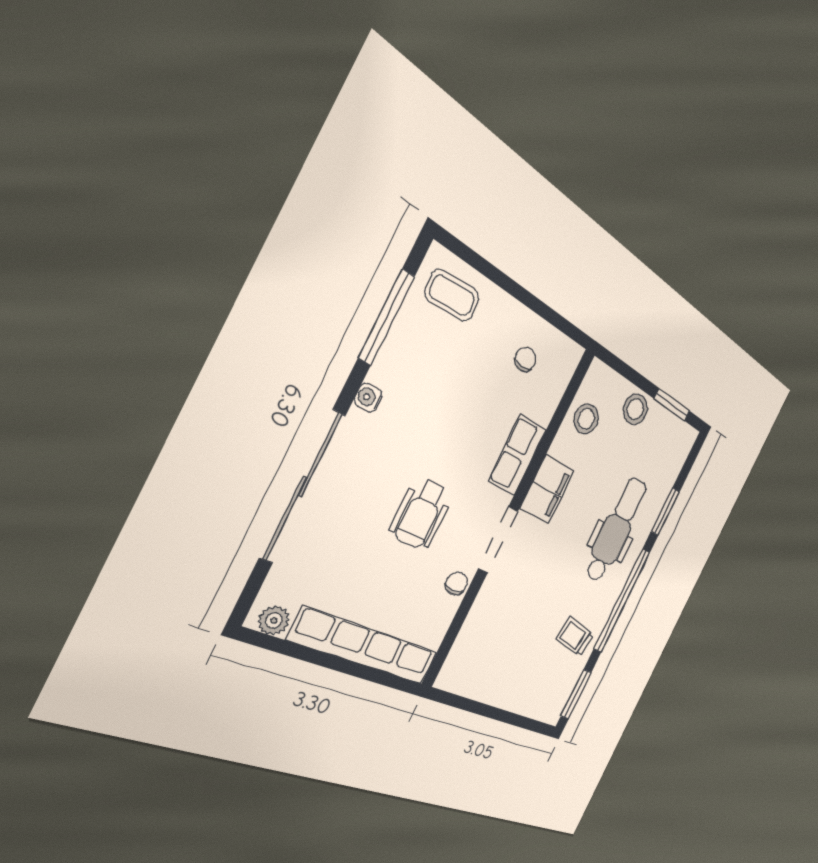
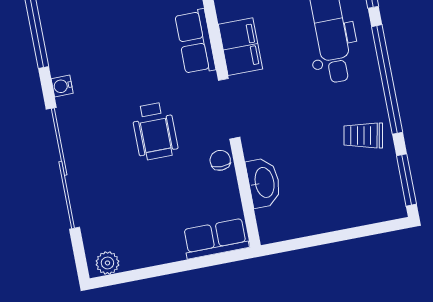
washbasin: (476, 629) -> (264, 183), added
row of seats: (365, 646) -> (216, 239), width x0.50

